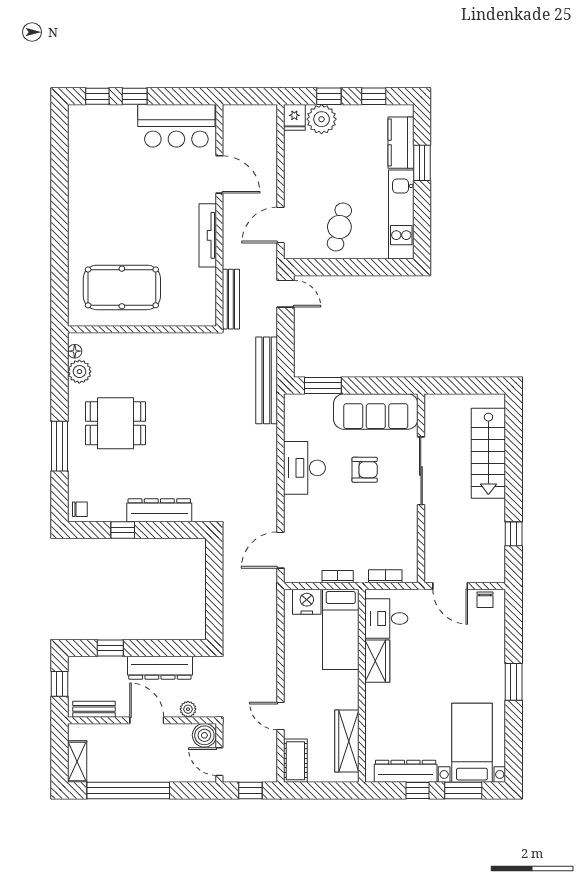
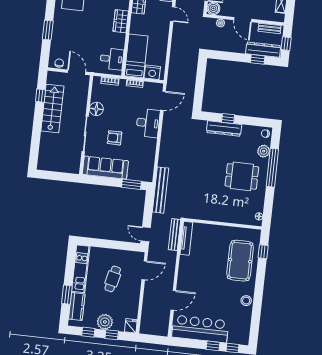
plant: (322, 119) -> (105, 322), moved
bar counter: (176, 126) -> (200, 329), width x1.36
door: (219, 174) -> (173, 300), swing flipped
stool: (81, 189) -> (246, 301), added
cafe table: (339, 227) -> (113, 279), moved
tv unit: (208, 235) -> (186, 238), moved
window: (60, 285) -> (263, 252), added
pool table: (122, 287) -> (240, 261), moved, turned 90
plant: (79, 372) -> (264, 151), moved
window: (60, 446) -> (272, 168), width x1.46
stairs: (488, 453) -> (52, 108), moved
desk: (304, 468) -> (148, 123), moved
floor lamp: (405, 521) -> (96, 109), added
window: (123, 530) -> (228, 119), moved
wardrobe: (377, 661) -> (121, 21), moved
dresser: (160, 668) -> (263, 50), moved
window: (514, 682) -> (48, 30), moved

